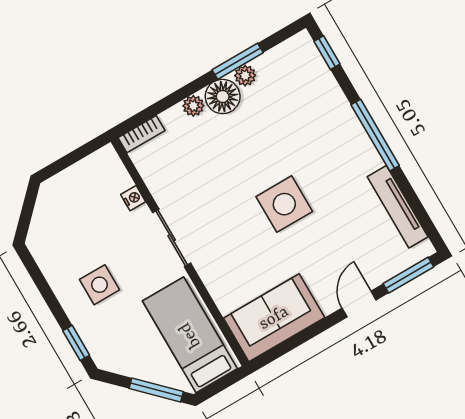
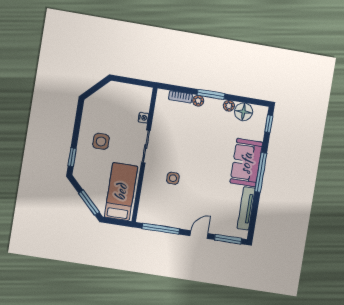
window: (238, 61) -> (211, 94), moved
floor lamp: (223, 96) -> (244, 112), moved
bookcase: (142, 134) -> (180, 97), moved
side table: (284, 204) -> (173, 178), moved, width x0.54, depth x0.54
sofa: (274, 318) -> (246, 163), moved, turned -90
window: (295, 342) -> (161, 229), added

